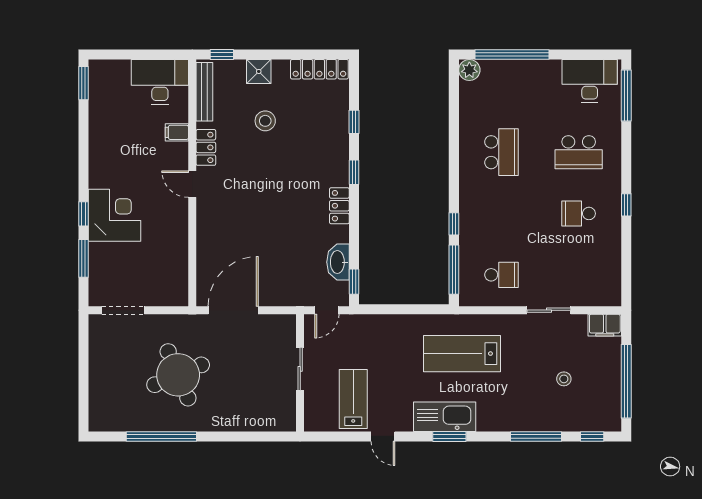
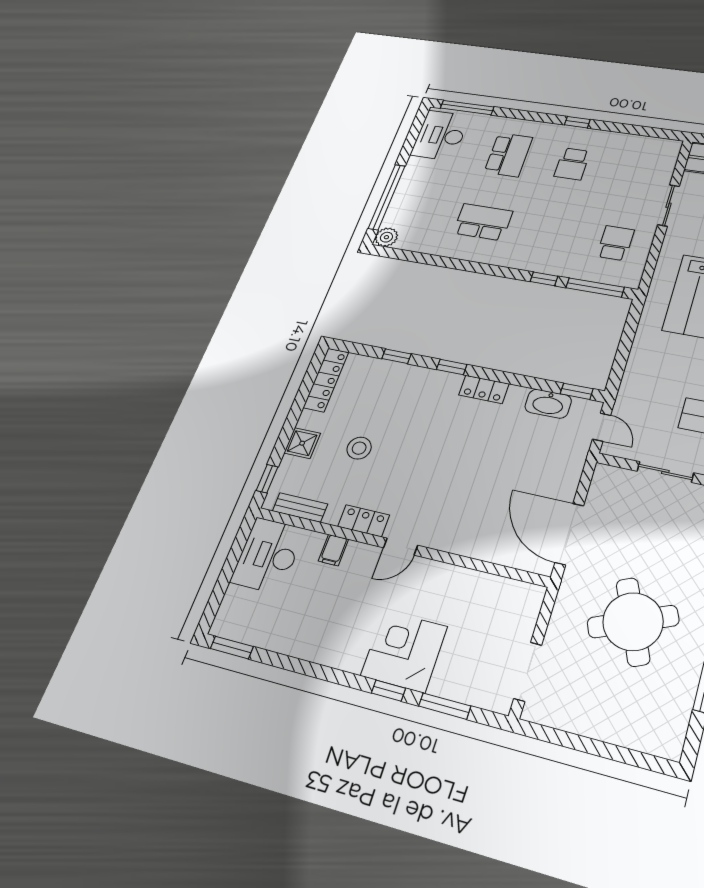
bench: (204, 92) -> (300, 507), width x0.73

